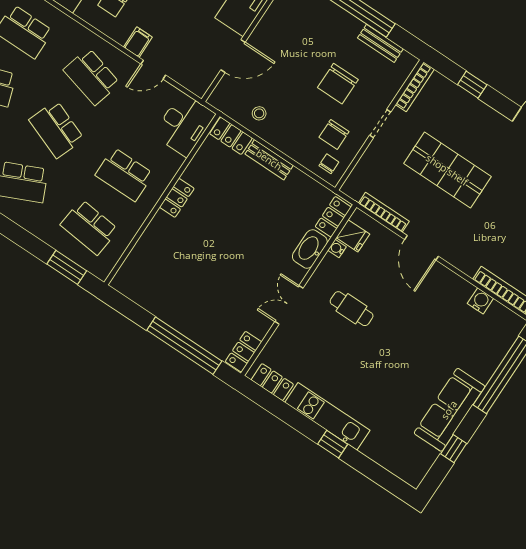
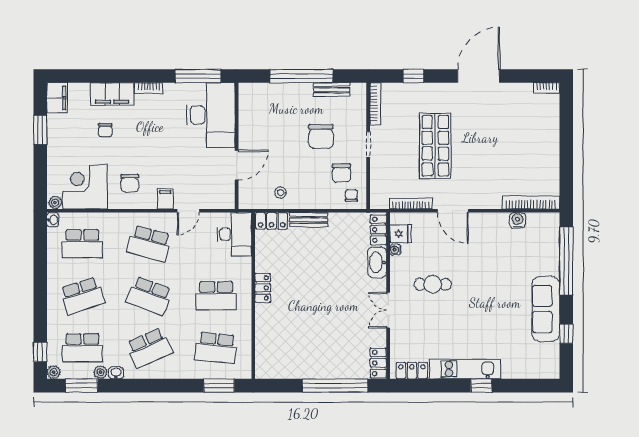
shop shelf: (447, 170) -> (435, 146), turned 90

